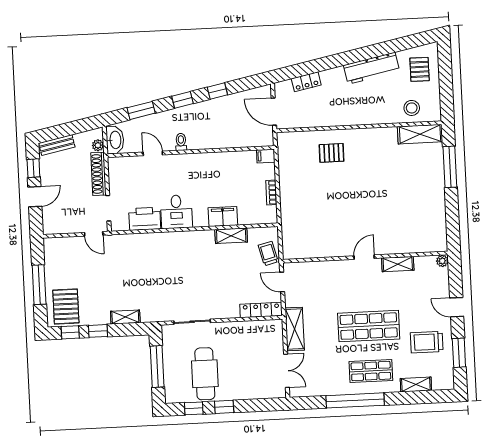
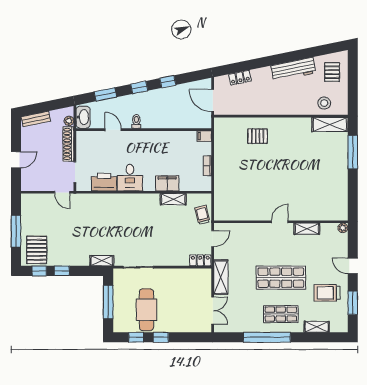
window: (33, 168) -> (16, 137), removed
door: (282, 282) -> (213, 239), swing flipped
locker: (261, 310) -> (200, 260), width x0.66
shelving: (125, 317) -> (102, 261), moved

